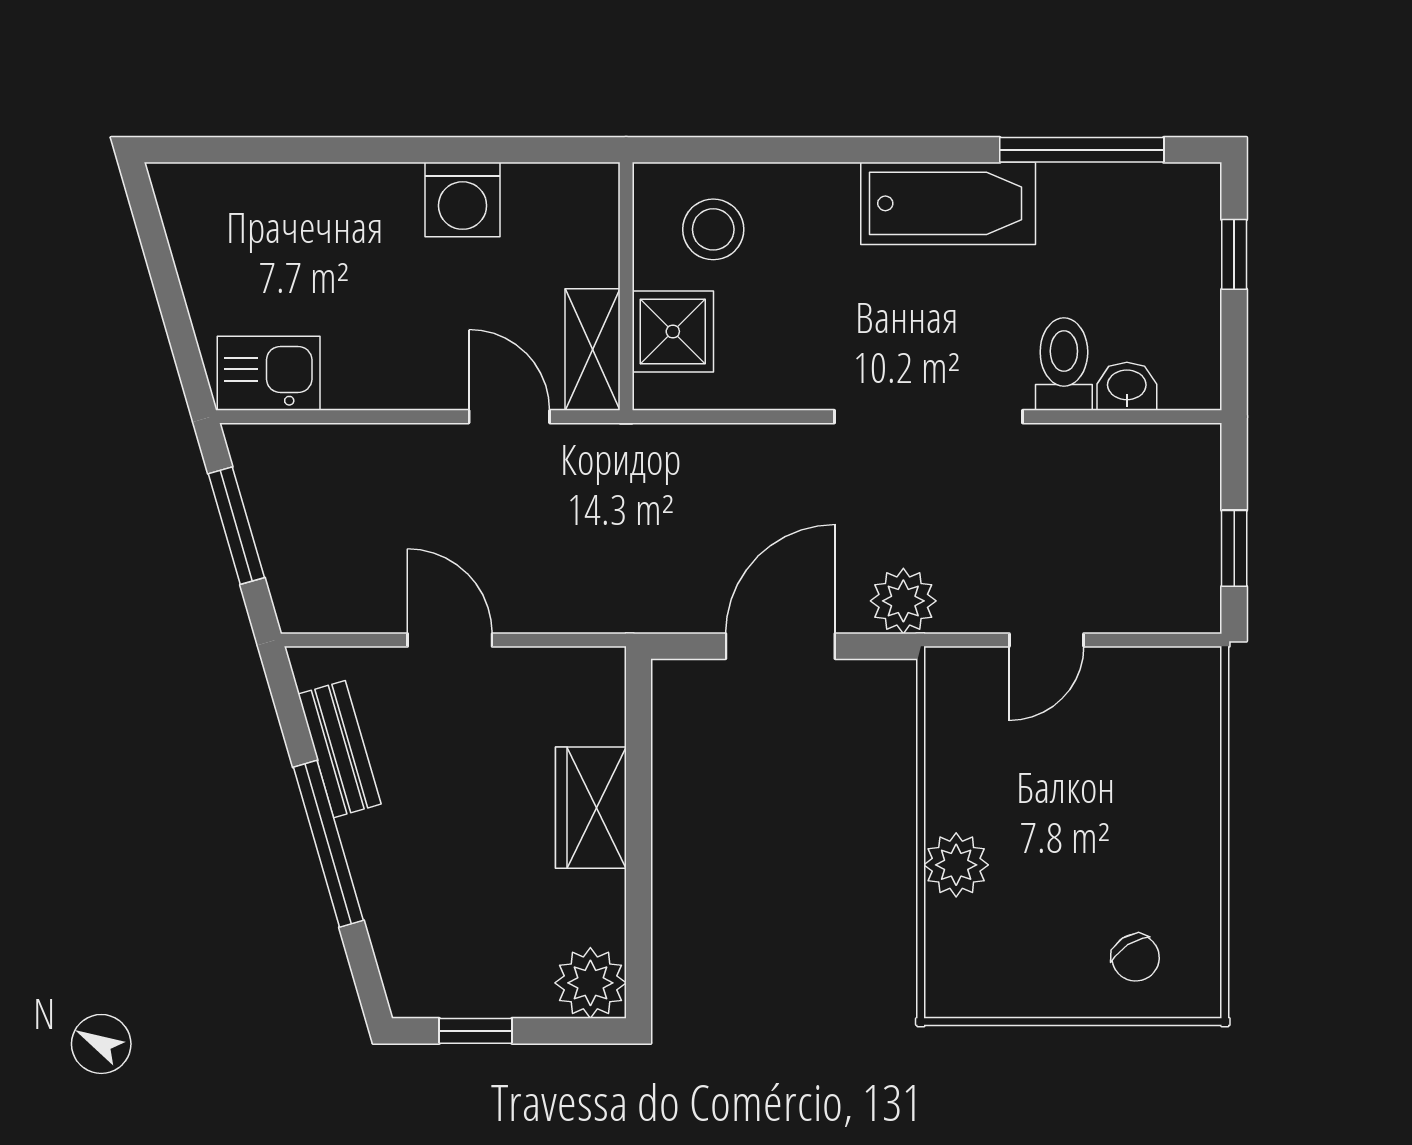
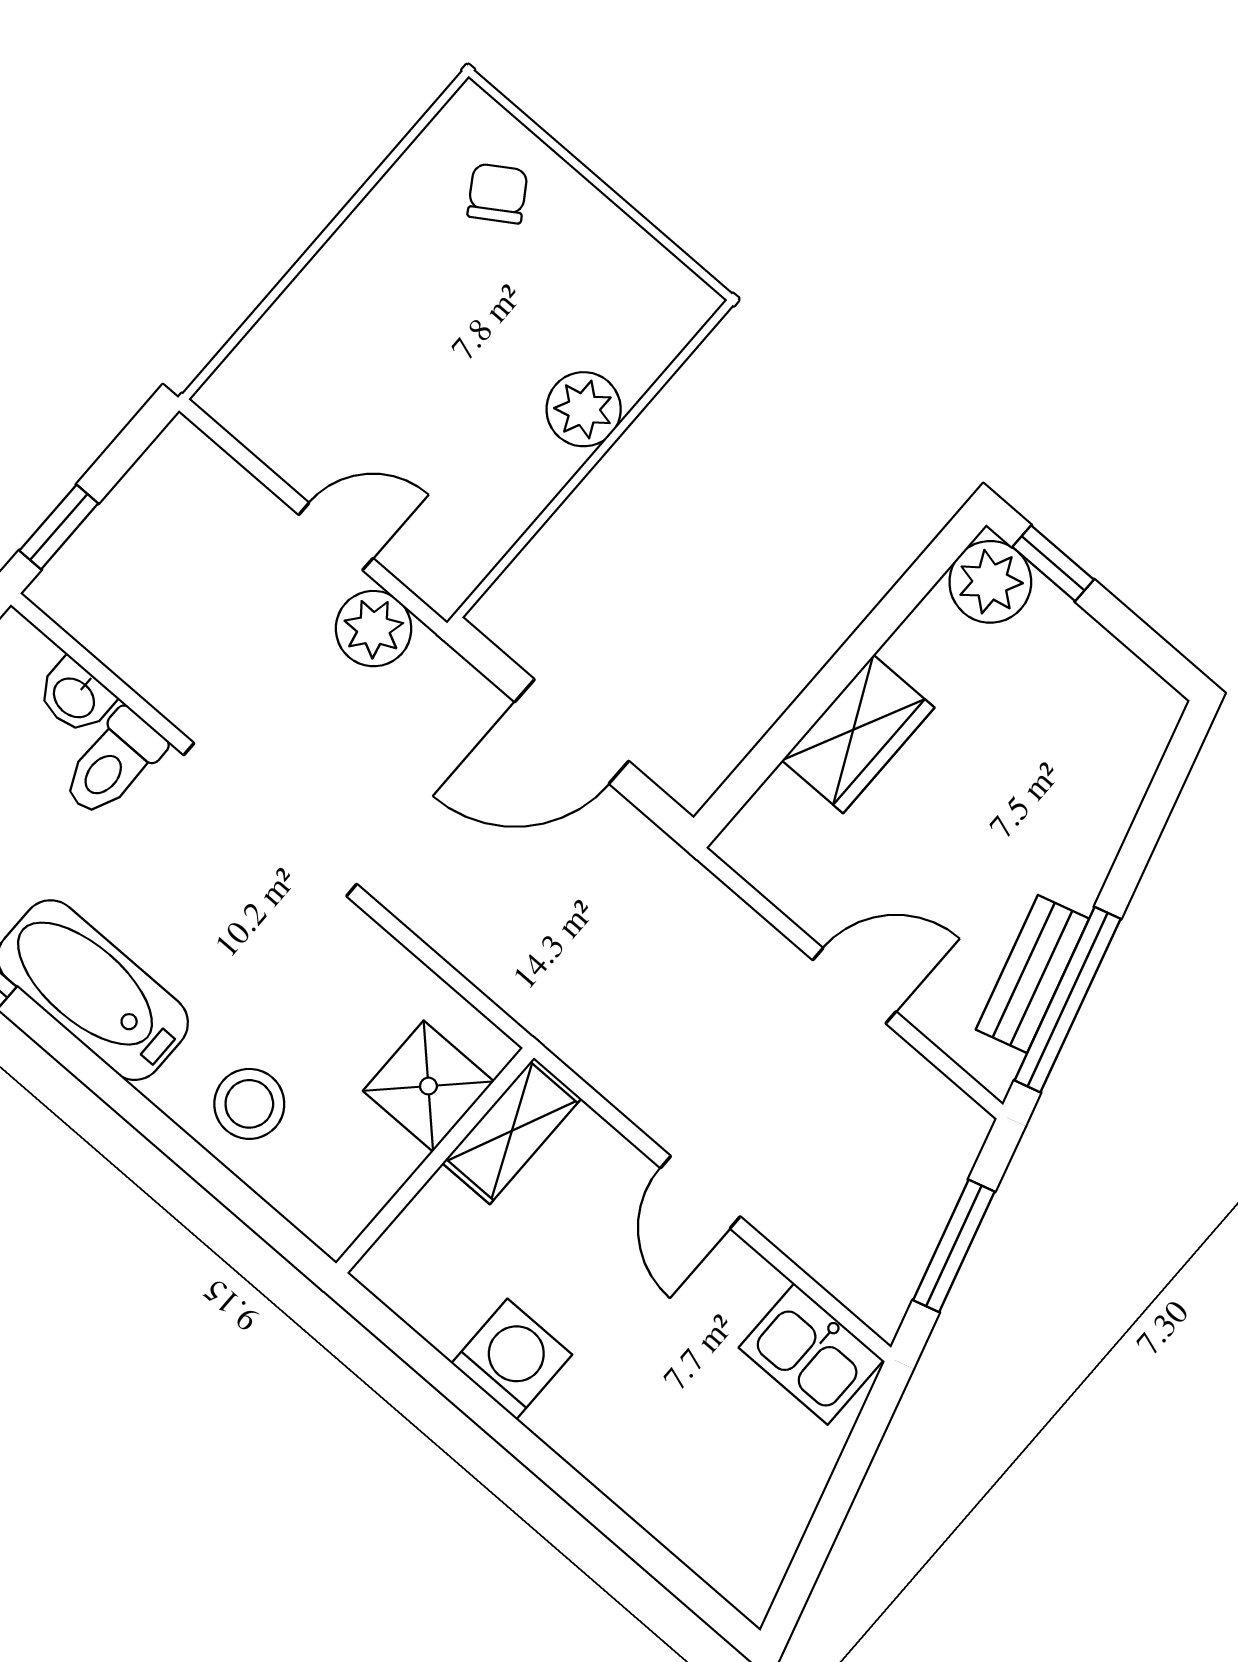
stool: (713, 229) -> (249, 1104), moved
door: (509, 417) -> (700, 1192), moved
window: (1234, 548) -> (59, 527), moved
plant: (903, 601) -> (374, 629), moved
door: (450, 640) -> (854, 986), swing flipped
window: (328, 844) -> (1068, 1000), moved
window: (476, 1031) -> (1053, 563), moved

